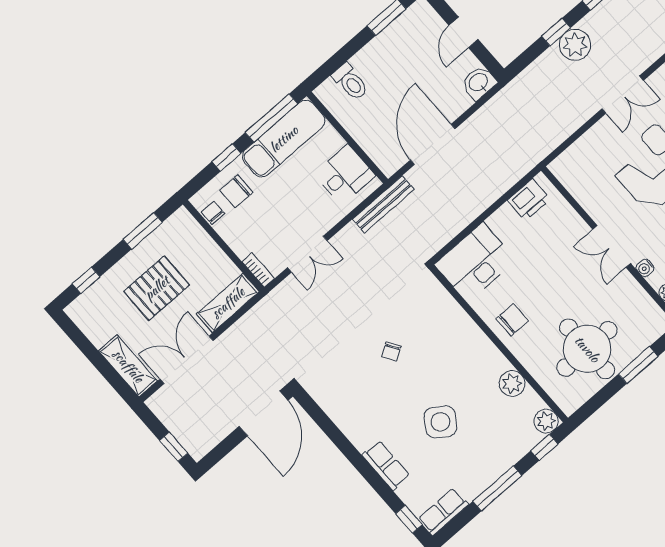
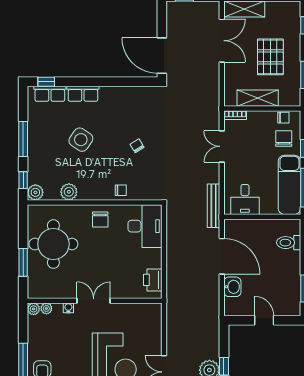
washbasin: (479, 83) -> (232, 287), moved
shelving: (228, 303) -> (258, 98), moved, turned 90
chair: (458, 326) -> (121, 190), added
row of seats: (443, 512) -> (50, 94), moved, turned 90

